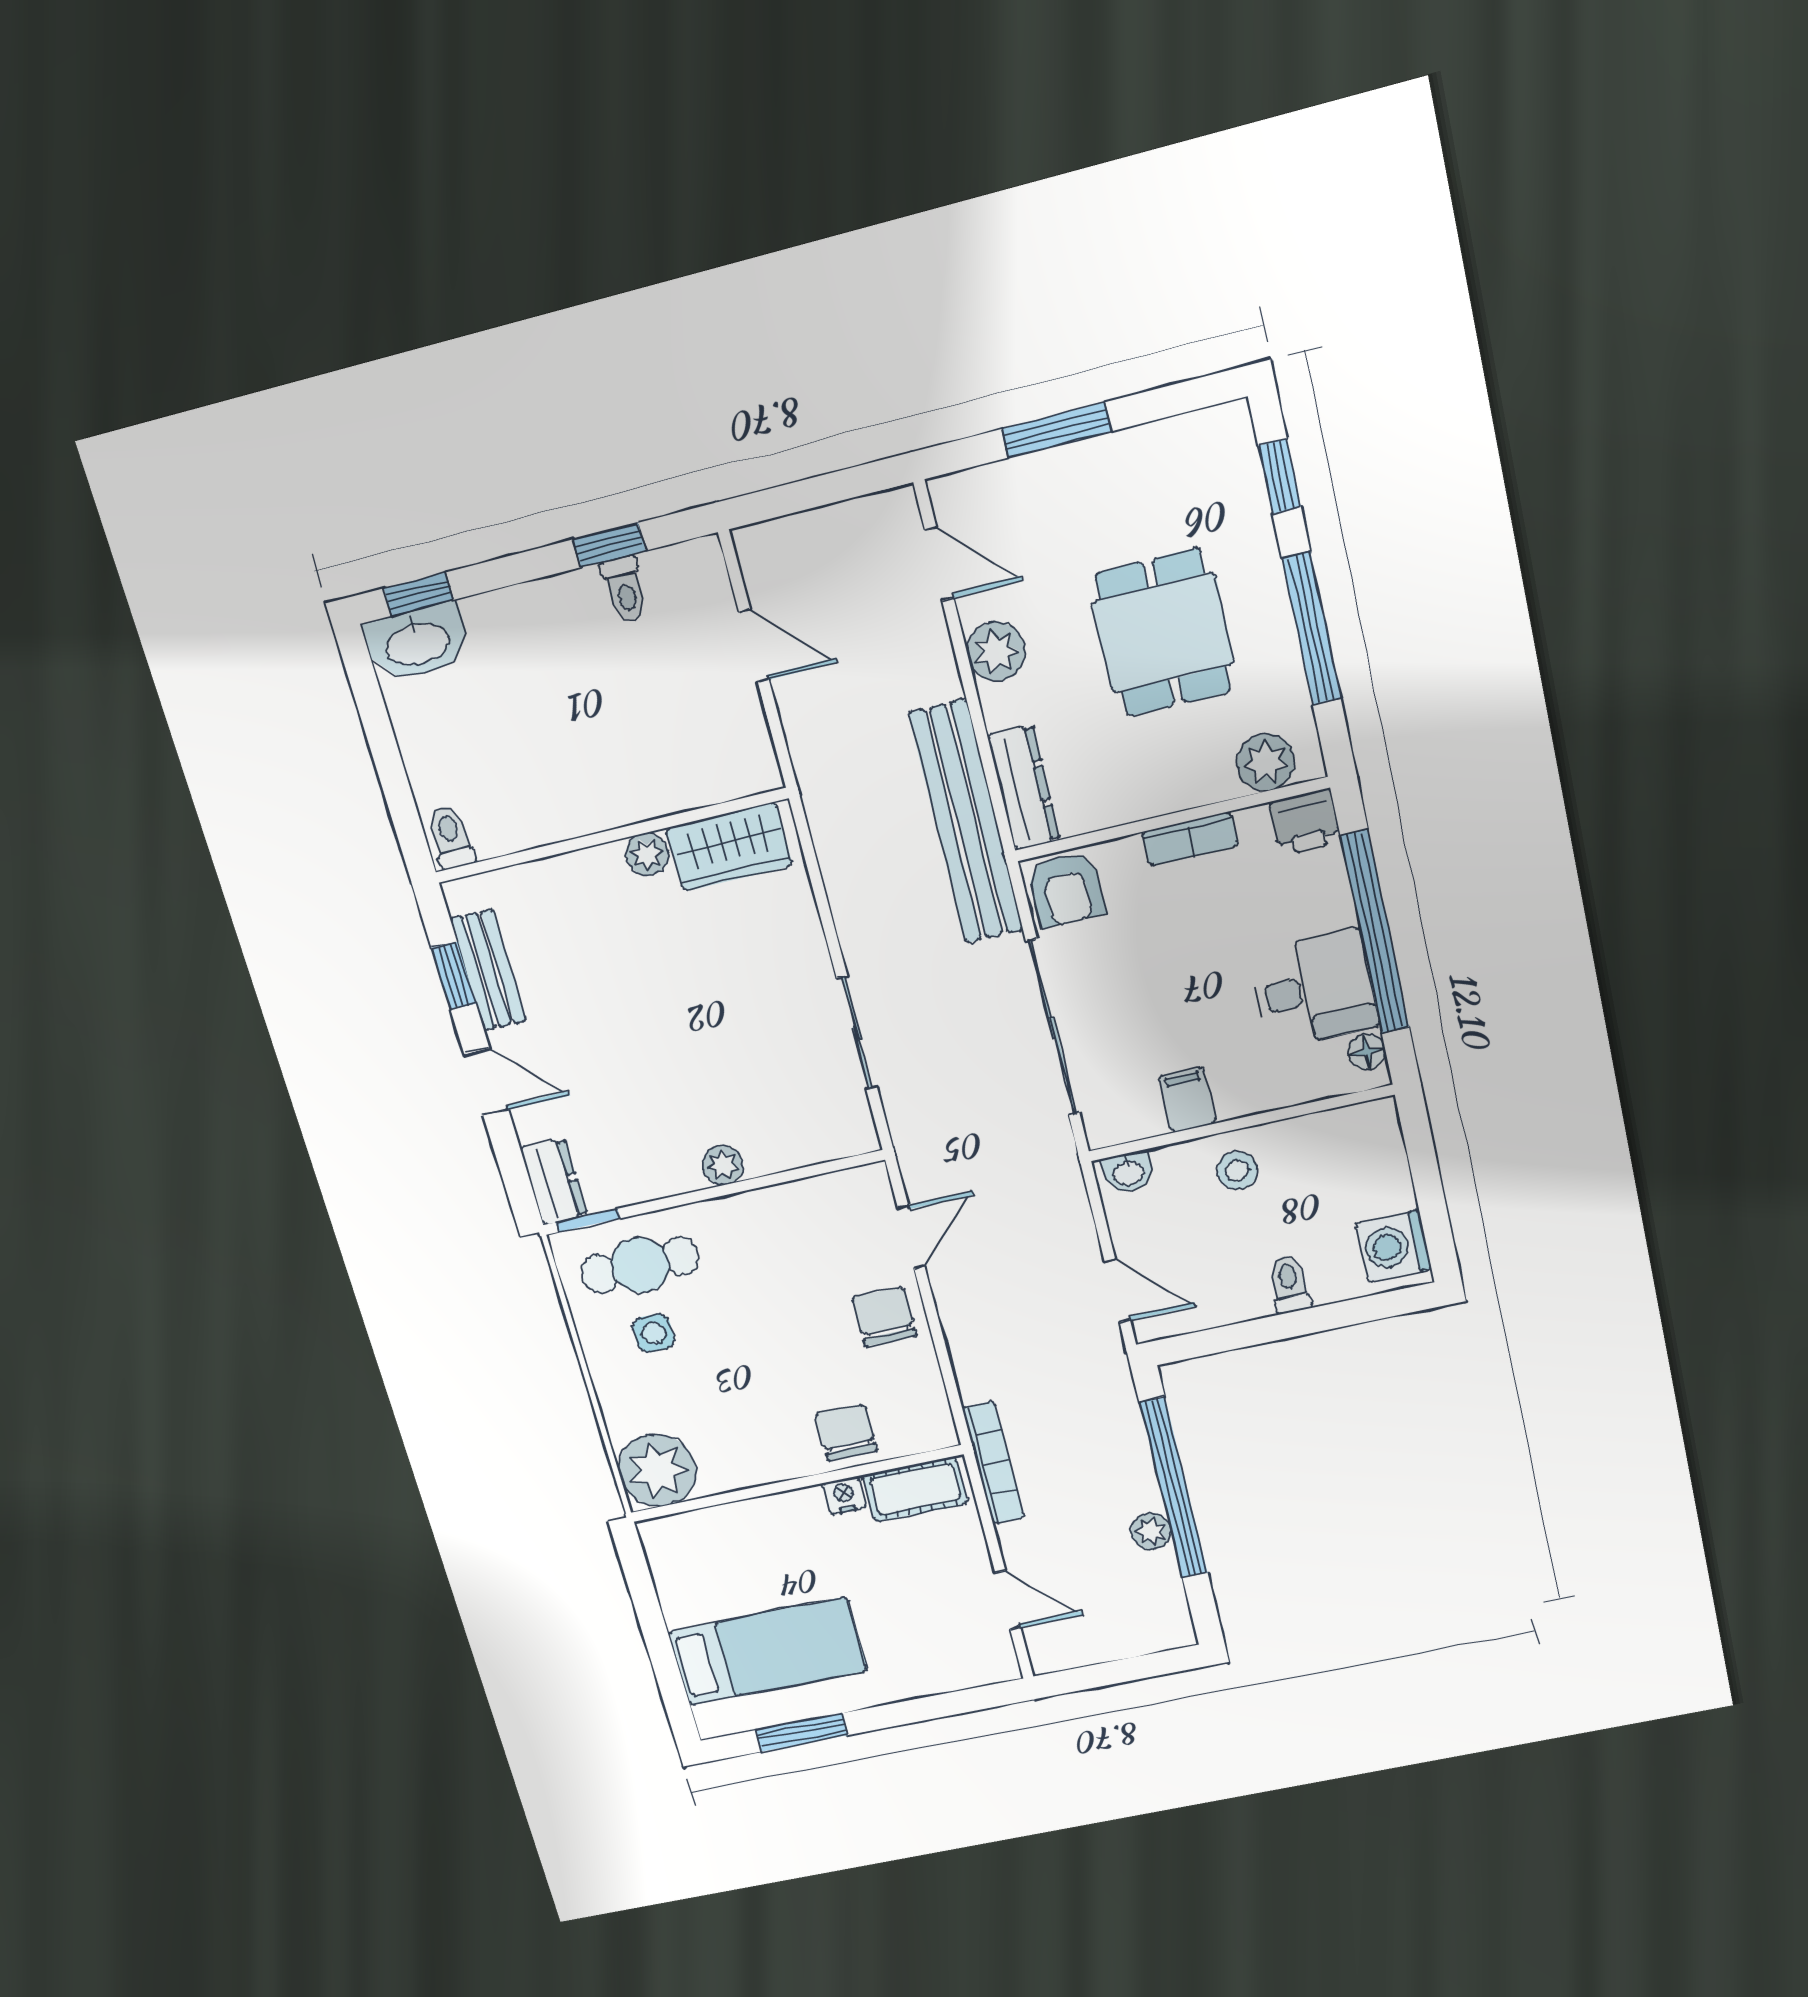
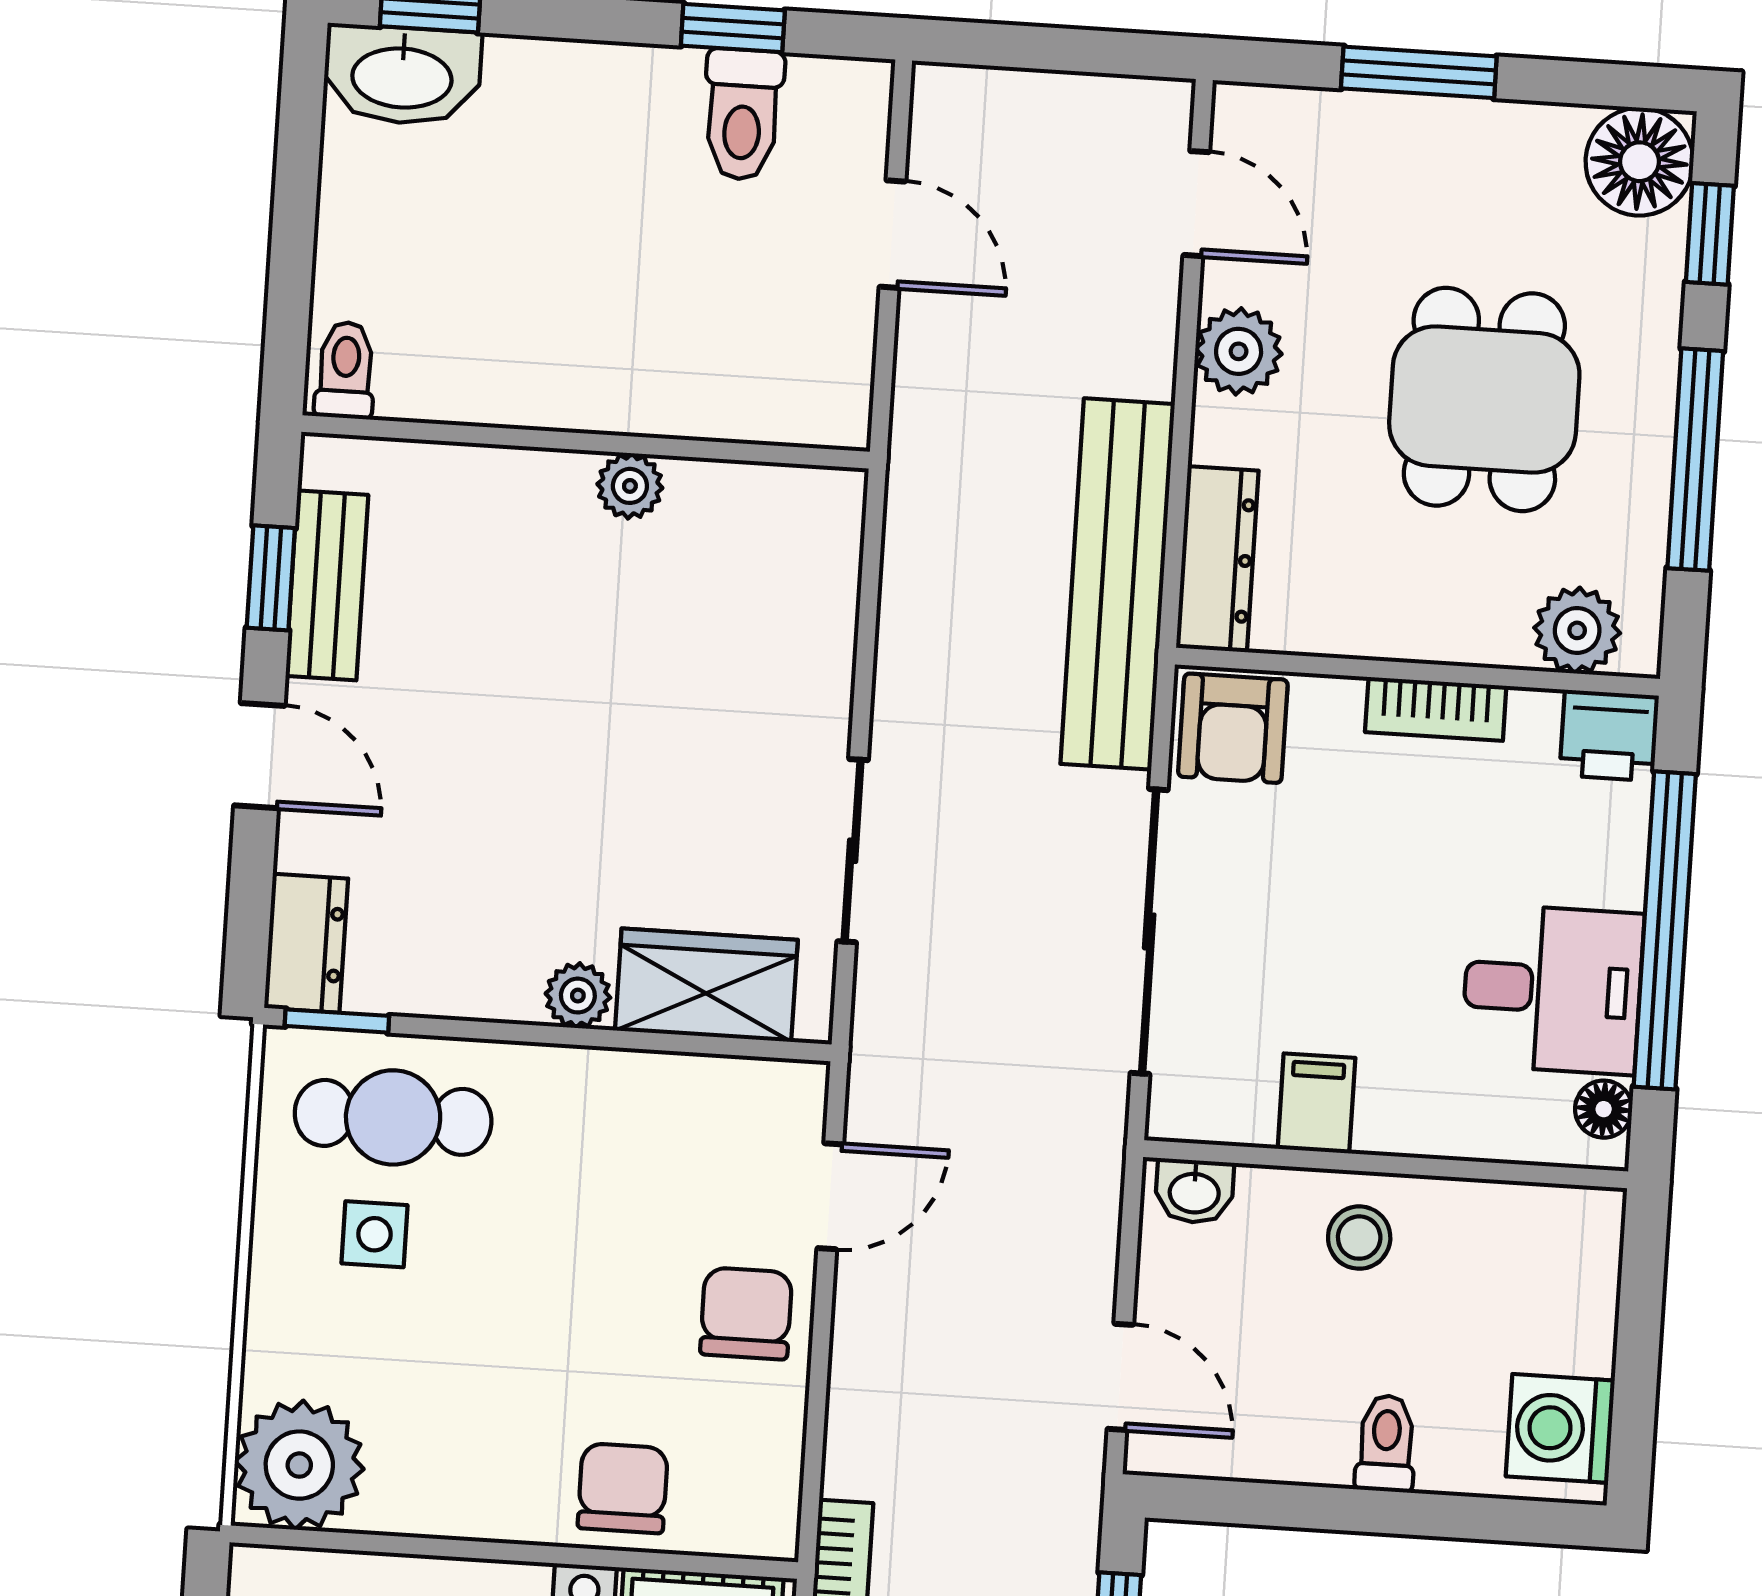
floor lamp: (1219, 443) -> (1639, 162), added
toilet: (625, 589) -> (743, 114), width x1.37, depth x1.39
wardrobe: (729, 847) -> (706, 985), moved, turned 180

